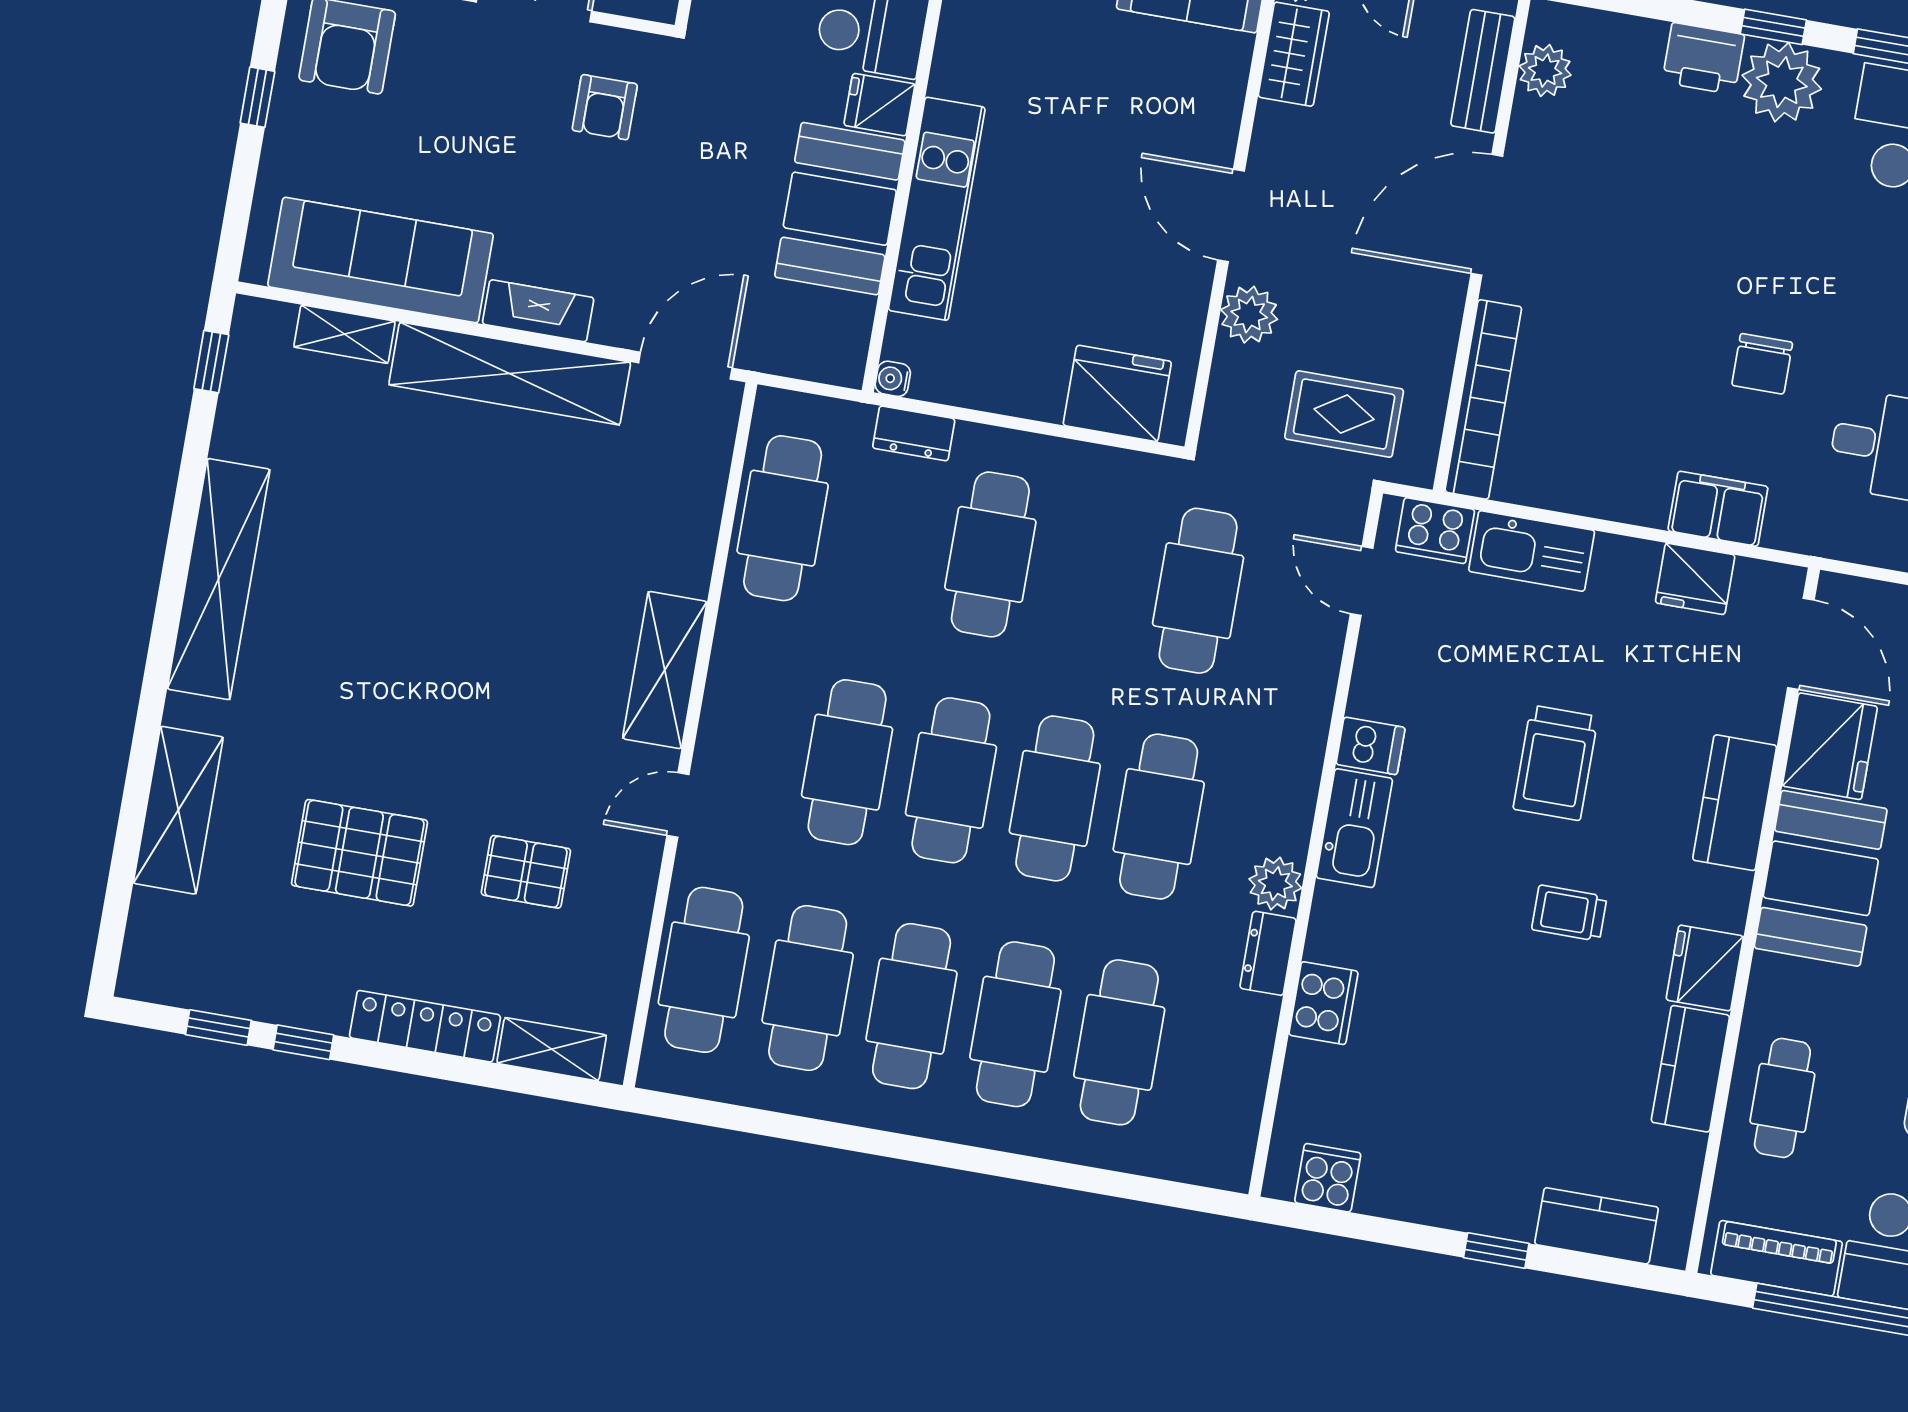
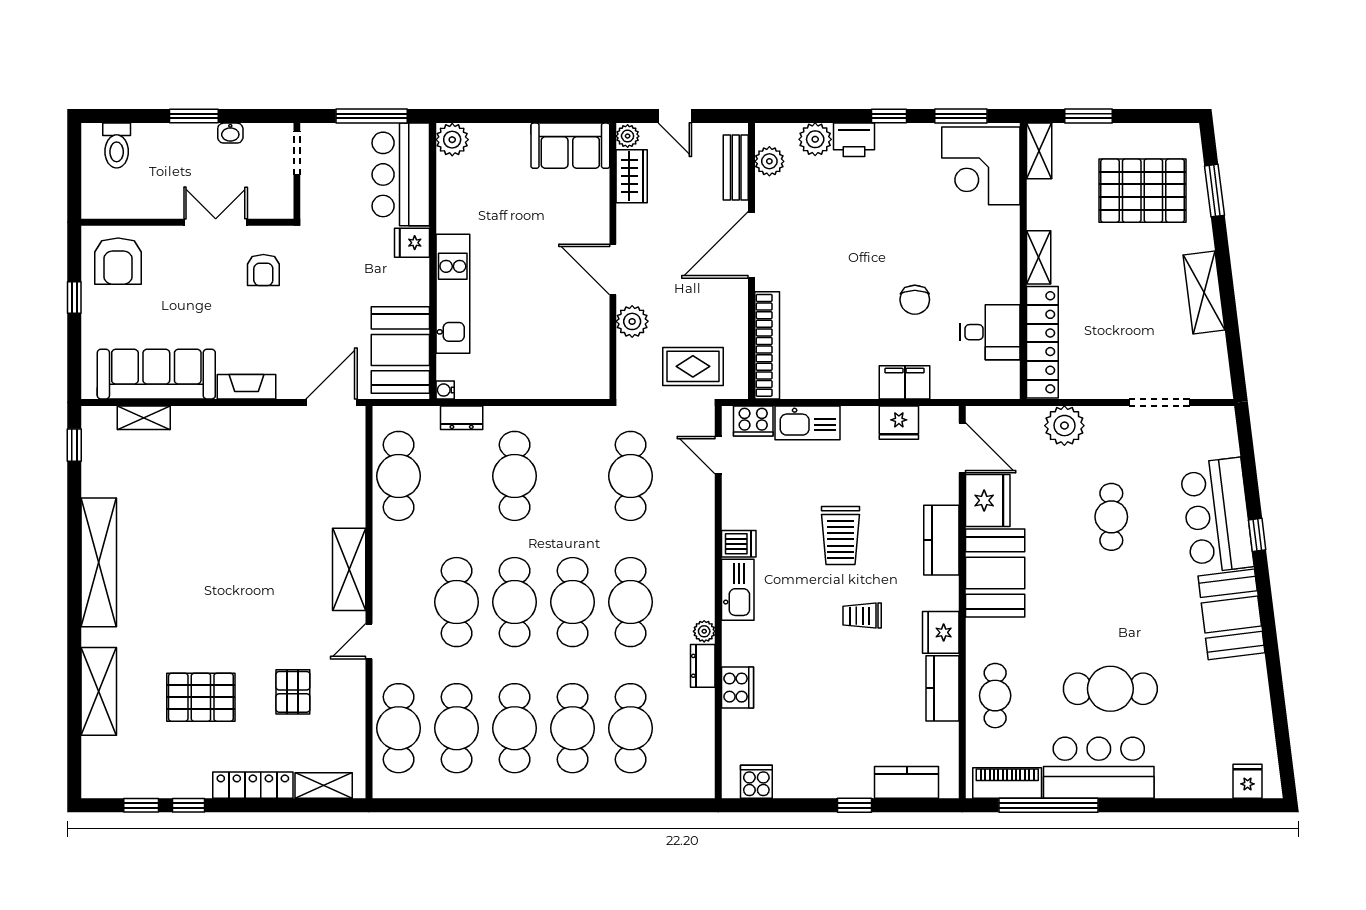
plant: (1782, 82) -> (815, 139), moved, width x0.73, depth x0.73
booth: (840, 209) -> (400, 350), moved
shelving: (510, 374) -> (237, 423), removed
fridge: (1117, 393) -> (568, 377), removed
pallet: (526, 872) -> (293, 692), turned 90
plant: (1275, 883) -> (704, 631), width x0.73, depth x0.73

